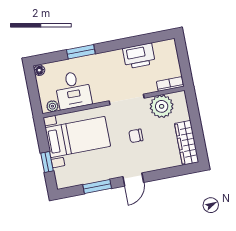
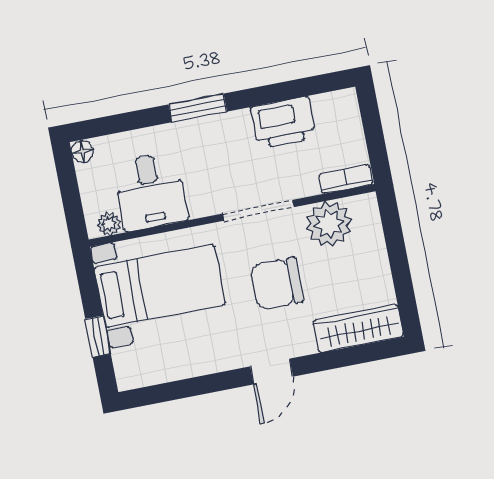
window: (81, 52) -> (198, 108), moved
chair: (136, 136) -> (277, 284), width x1.87, depth x1.87
wardrobe: (187, 143) -> (358, 328), moved, turned 90
window: (97, 187) -> (199, 386), removed

